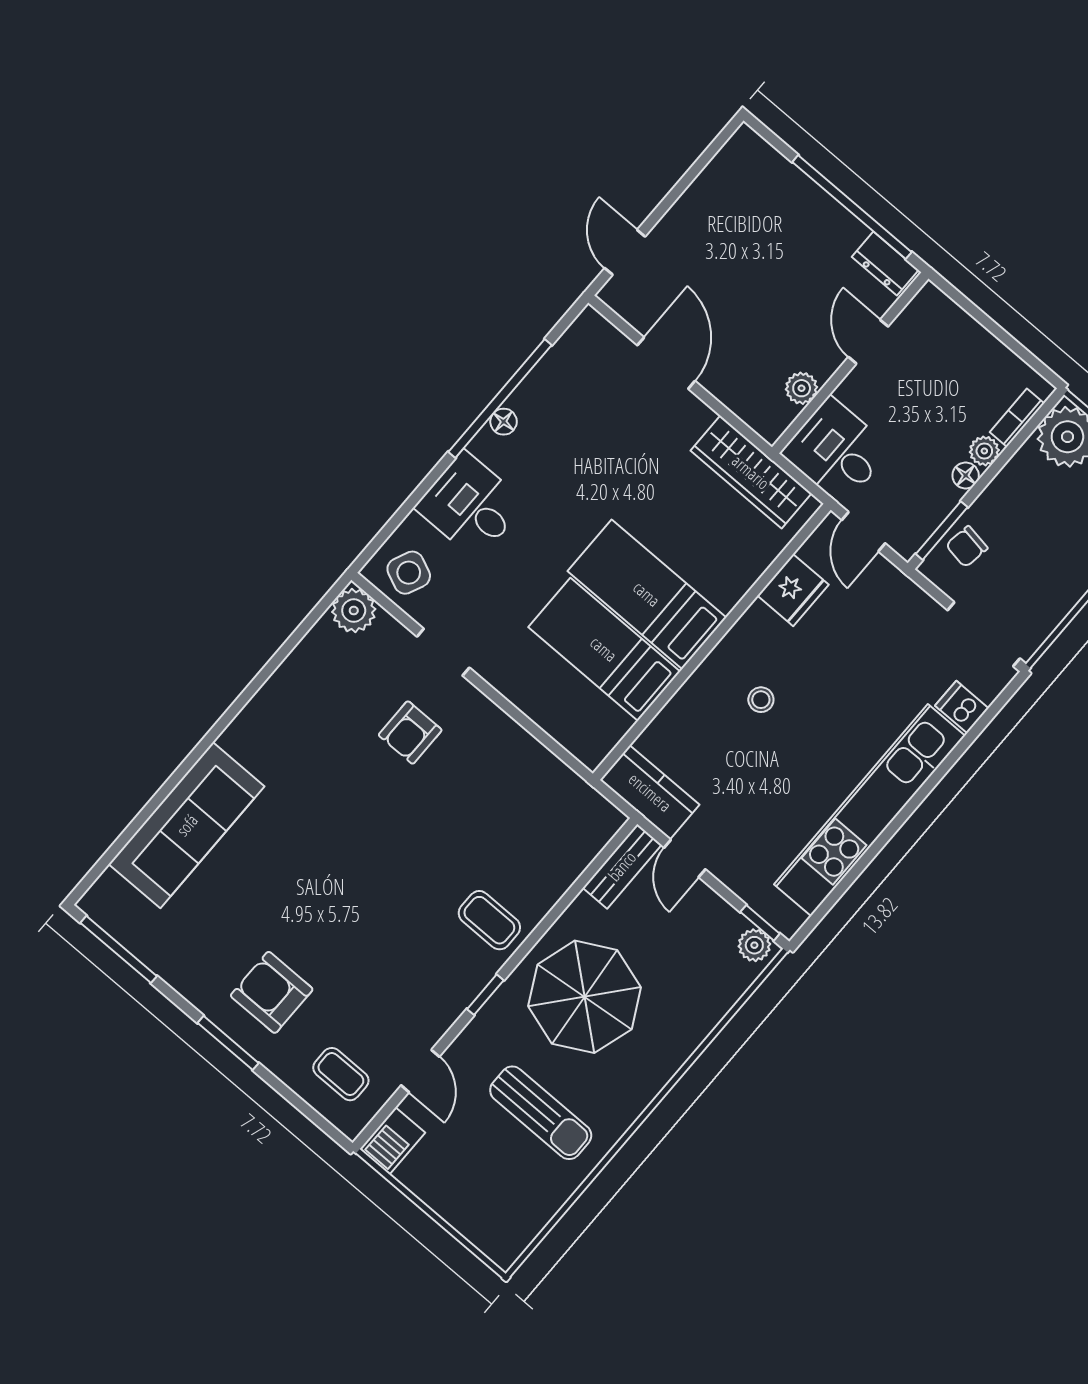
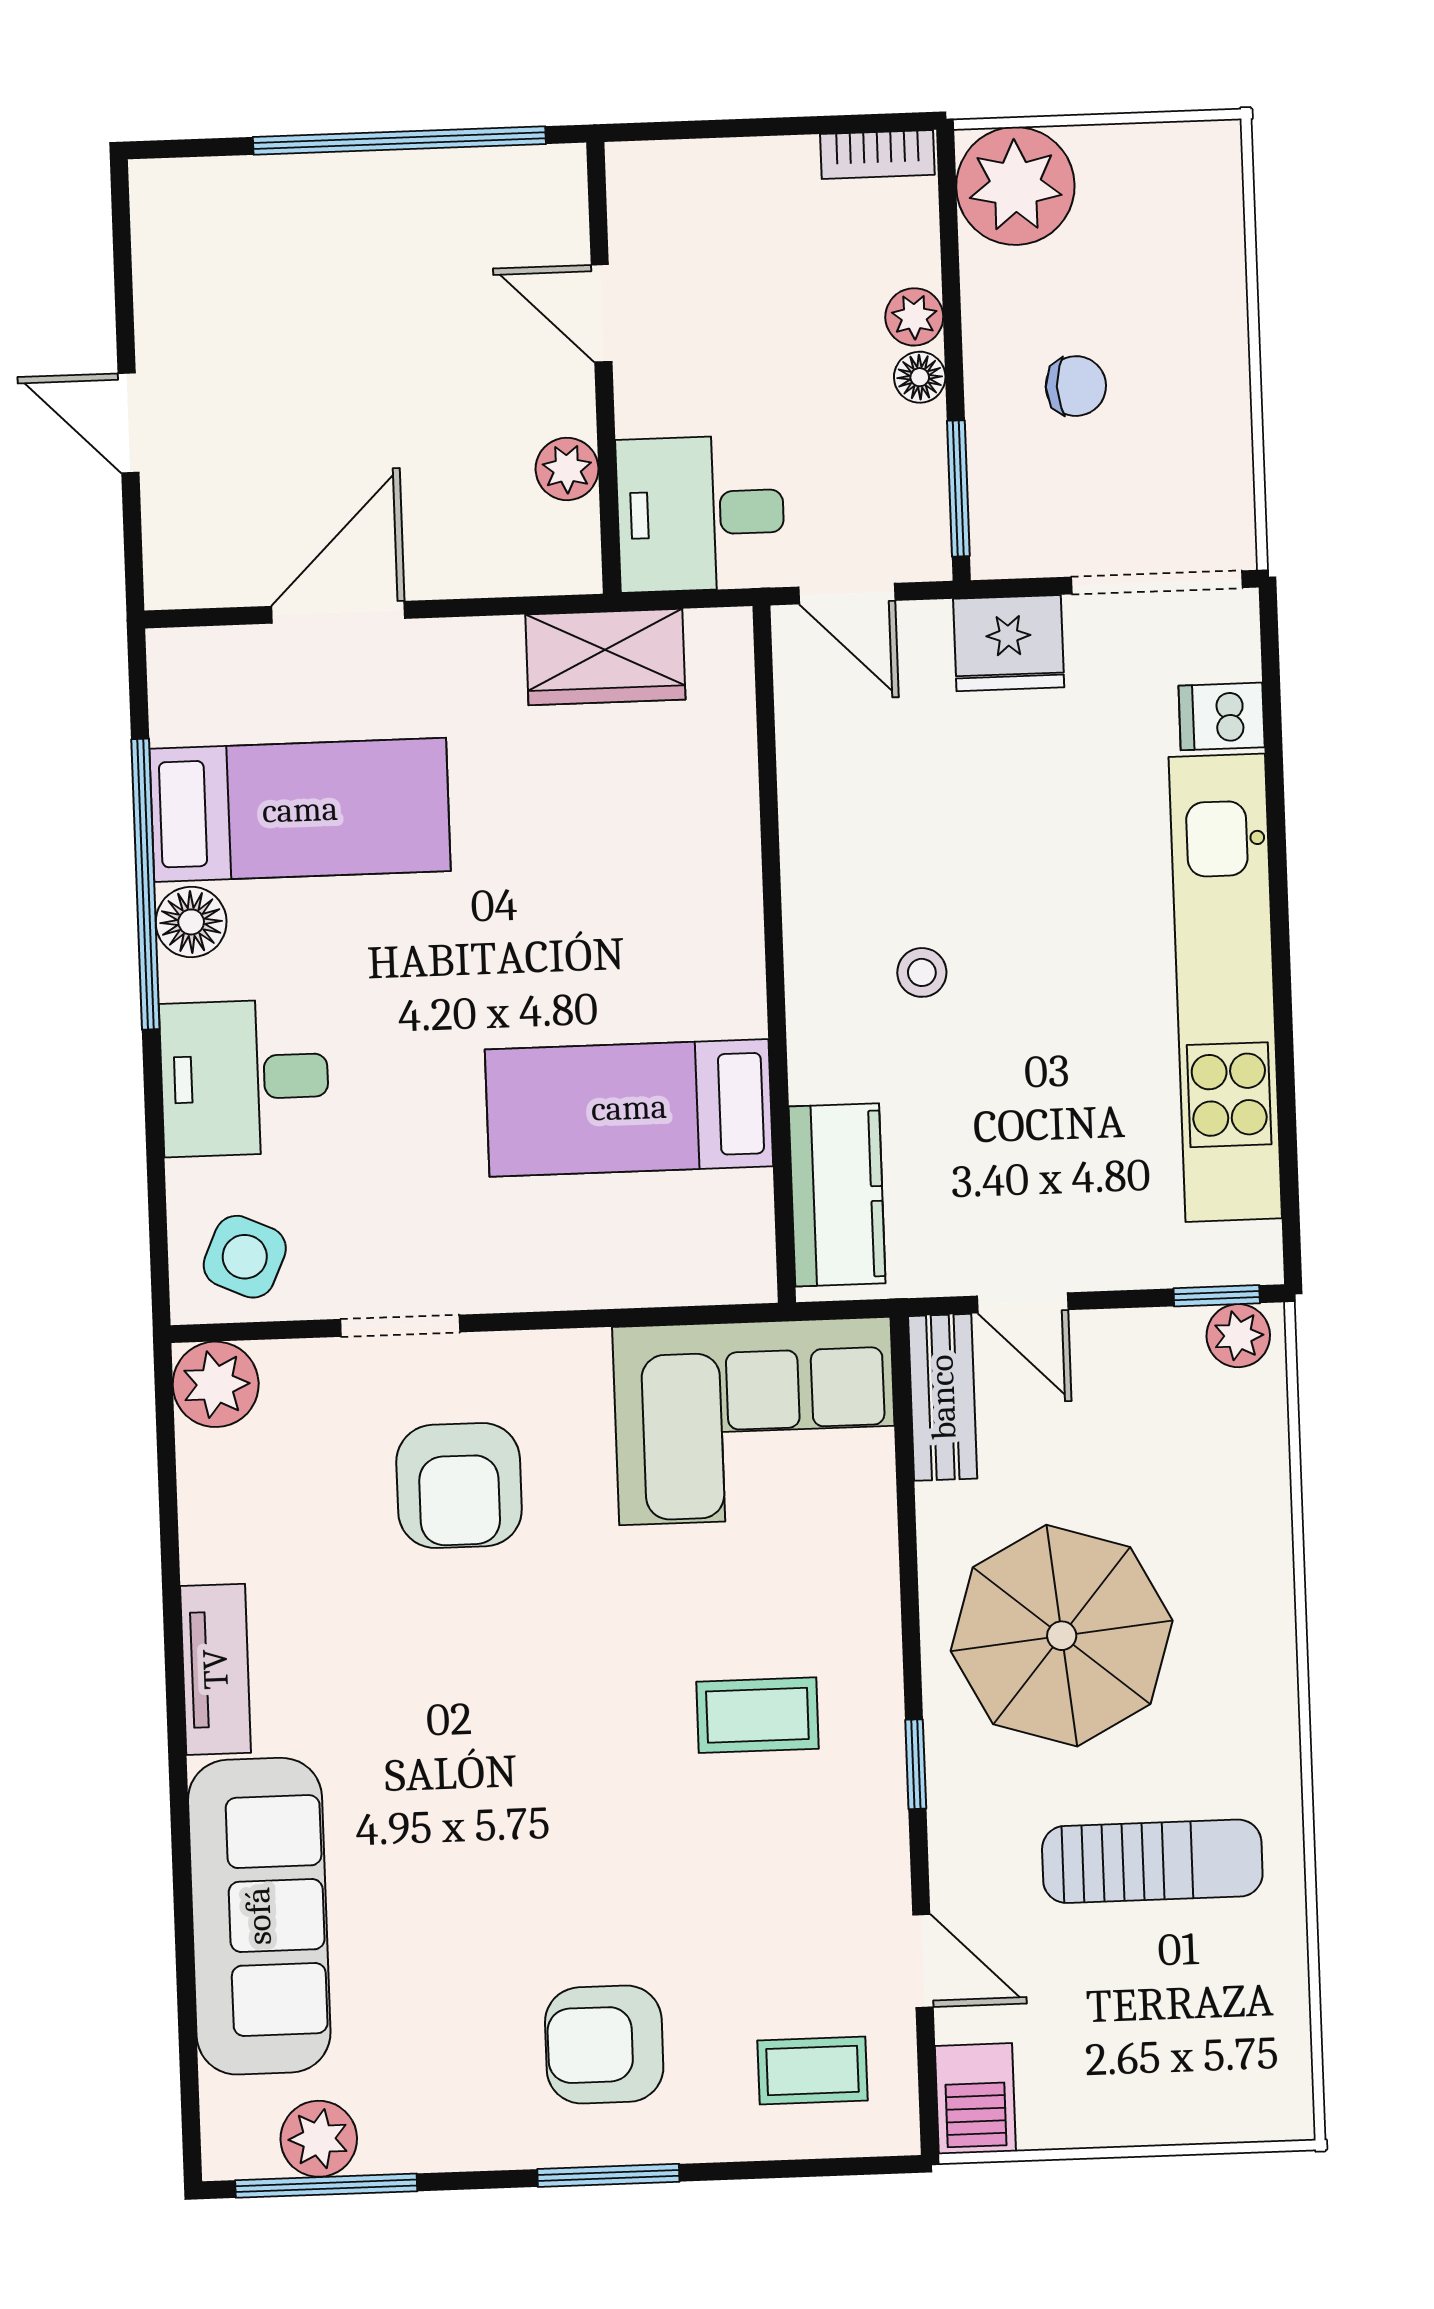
door: (625, 252) -> (129, 423), moved
dresser: (885, 263) -> (522, 178), removed
door: (666, 363) -> (338, 612), hinge flipped
bookcase: (1017, 418) -> (877, 154), moved, turned -90
floor lamp: (504, 422) -> (191, 922), width x1.37, depth x1.37
wardrobe: (751, 472) -> (605, 657), width x0.67
chair: (967, 547) -> (1076, 386), moved, turned -99
fridge: (793, 590) -> (1009, 643), moved, turned 90
bed: (647, 594) -> (300, 810), moved, turned 180
tv unit: (255, 717) -> (216, 1669), added
armchair: (410, 733) -> (459, 1486), width x1.38, depth x1.38
kitchen counter: (650, 792) -> (837, 1195), moved, turned 90
corner sofa: (543, 810) -> (755, 1421), added
coffee table: (489, 920) -> (757, 1715), moved
plant: (132, 929) -> (319, 2139), added

